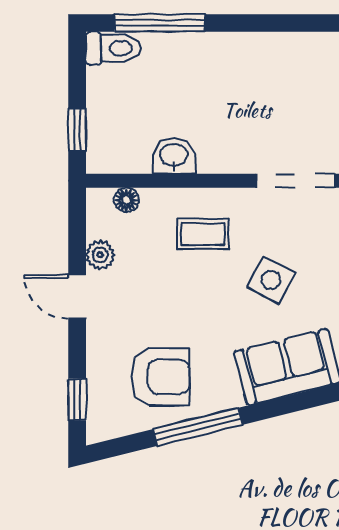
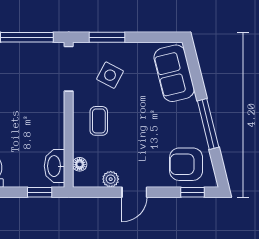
washbasin: (174, 156) -> (55, 166), moved, width x1.38
side table: (271, 280) -> (110, 75), moved
armchair: (161, 377) -> (186, 164), moved, turned -90

